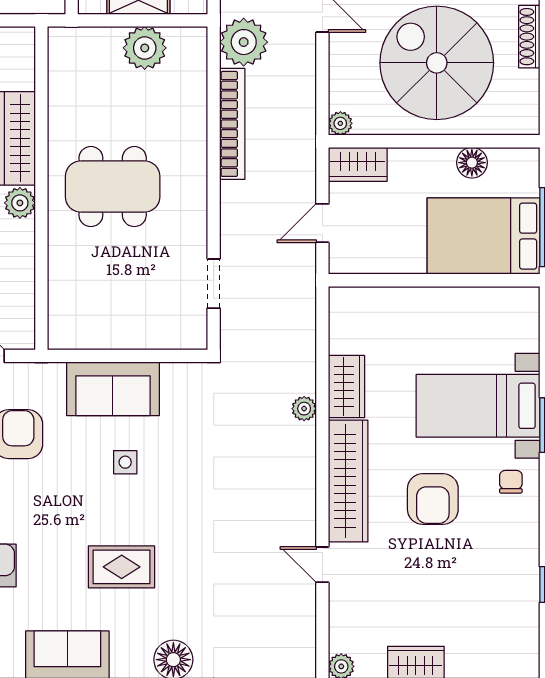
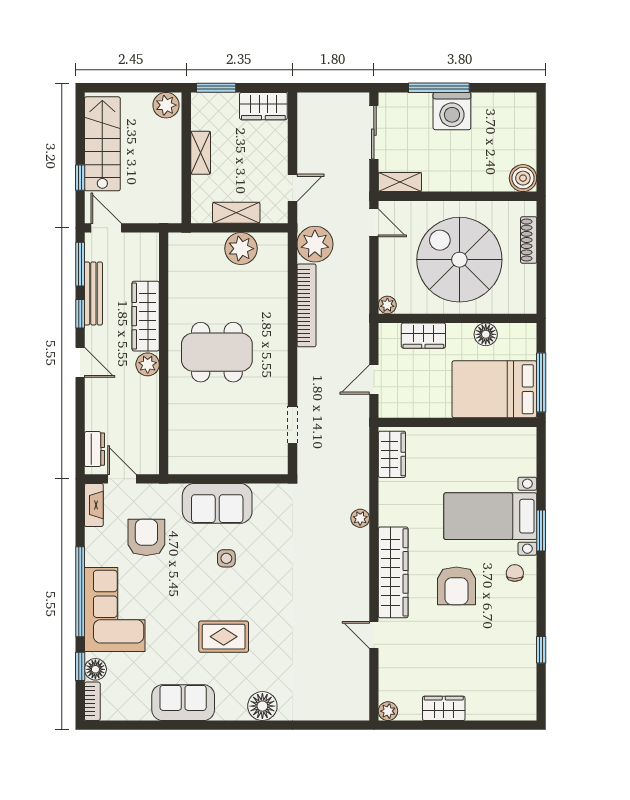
wardrobe: (358, 164) -> (423, 336), moved
wardrobe: (347, 387) -> (392, 454), moved

